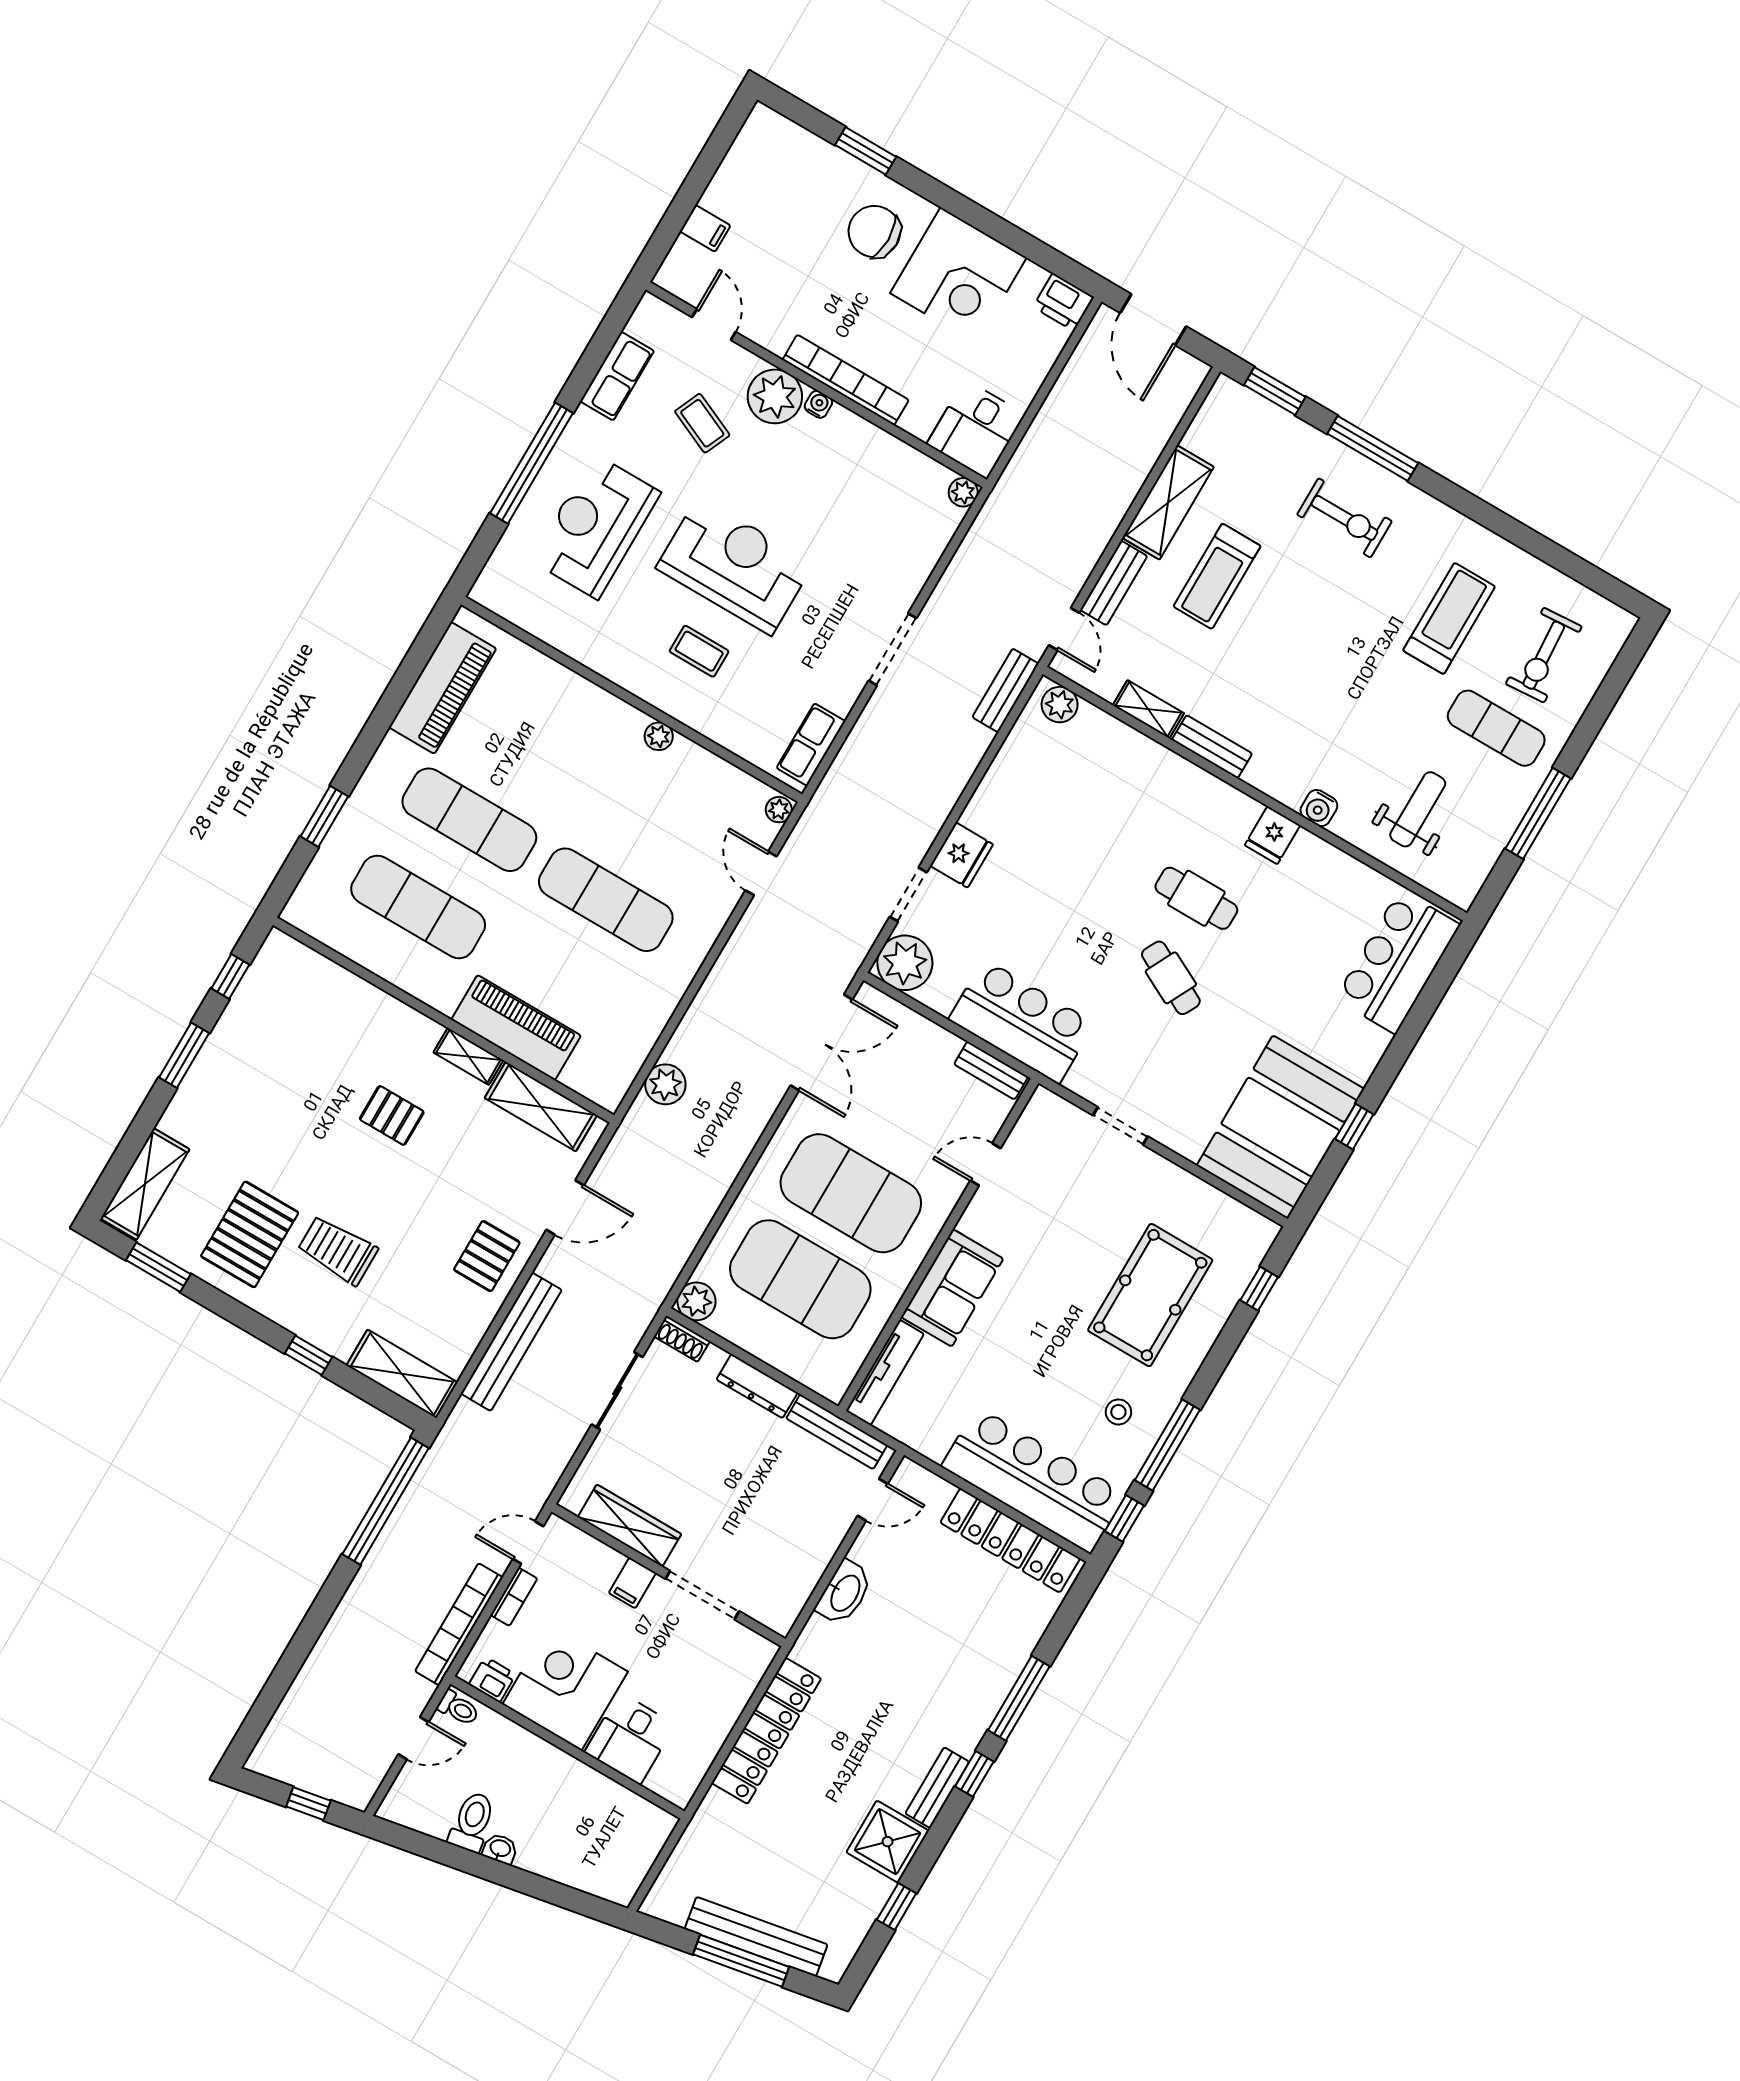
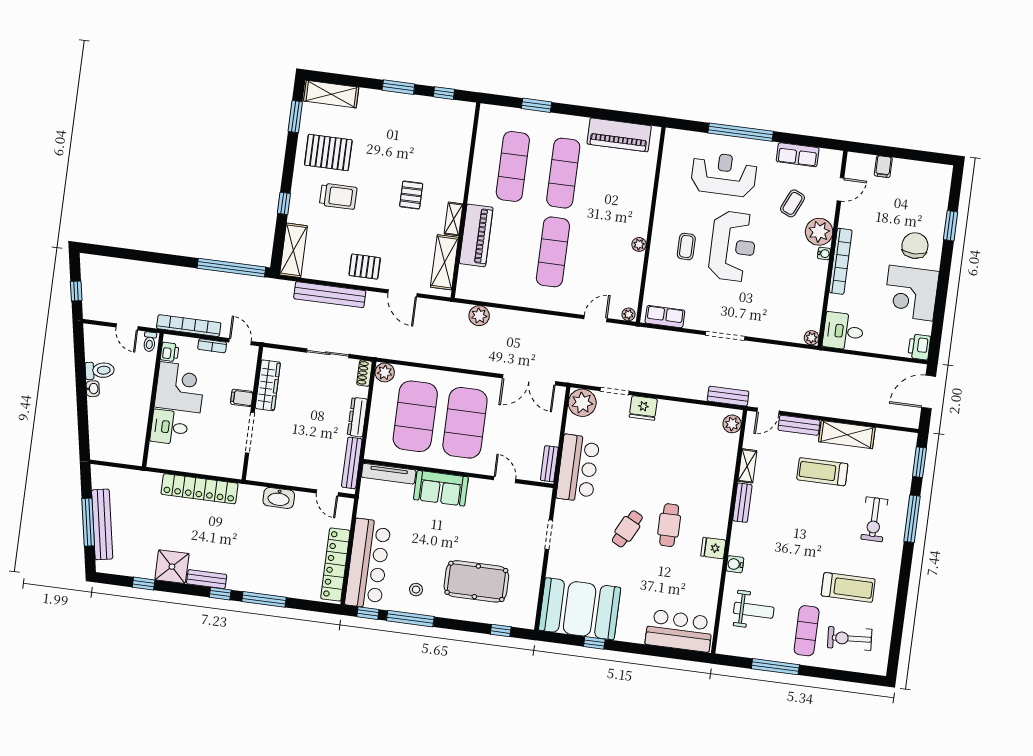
trolley: (338, 1250) -> (338, 196), turned 90

